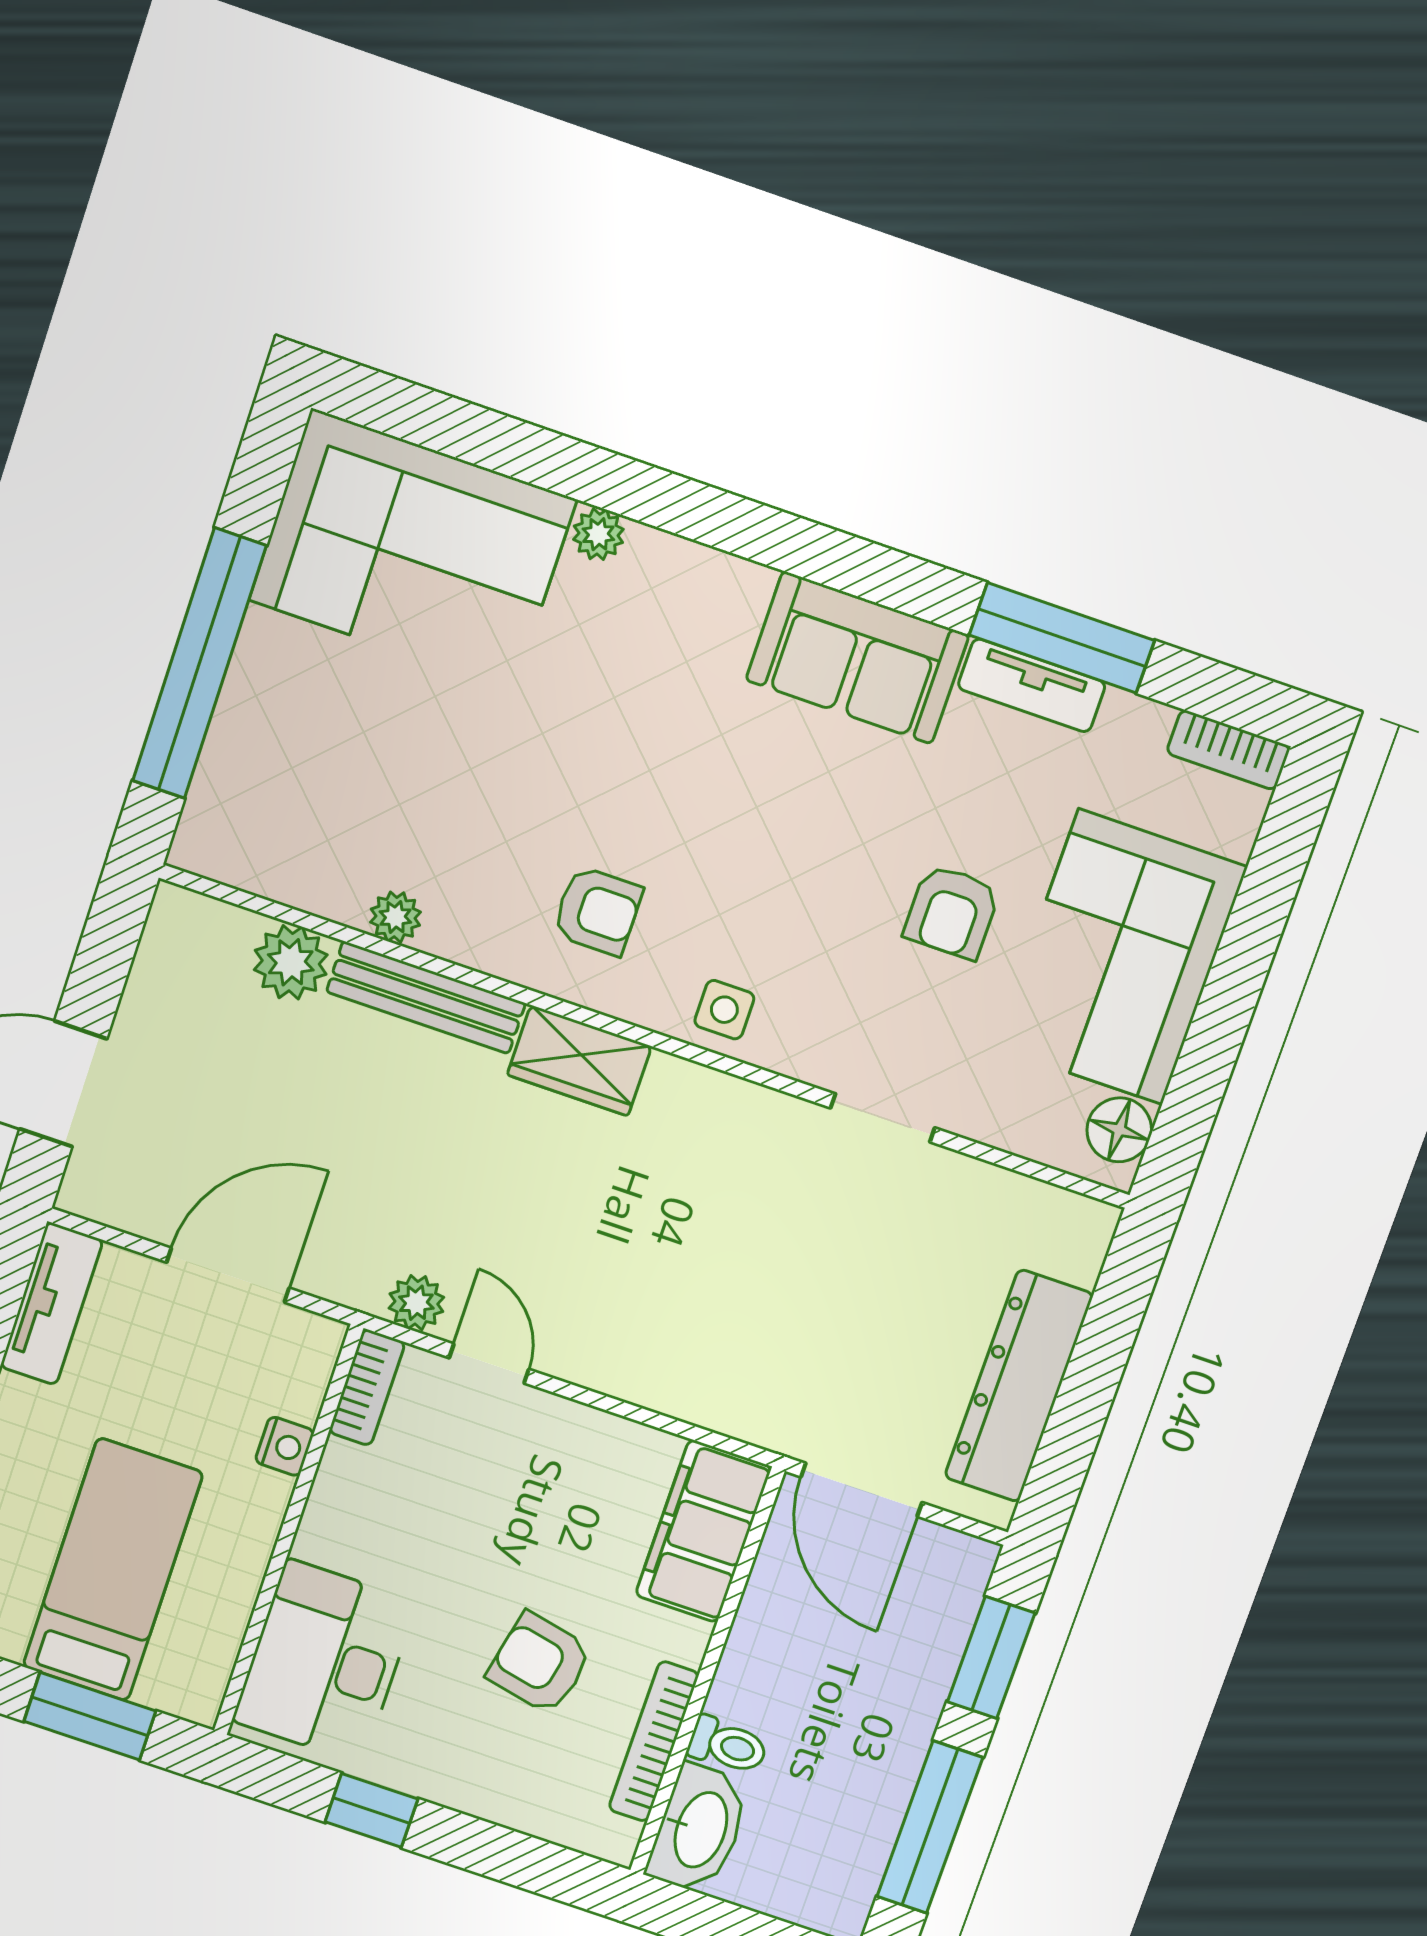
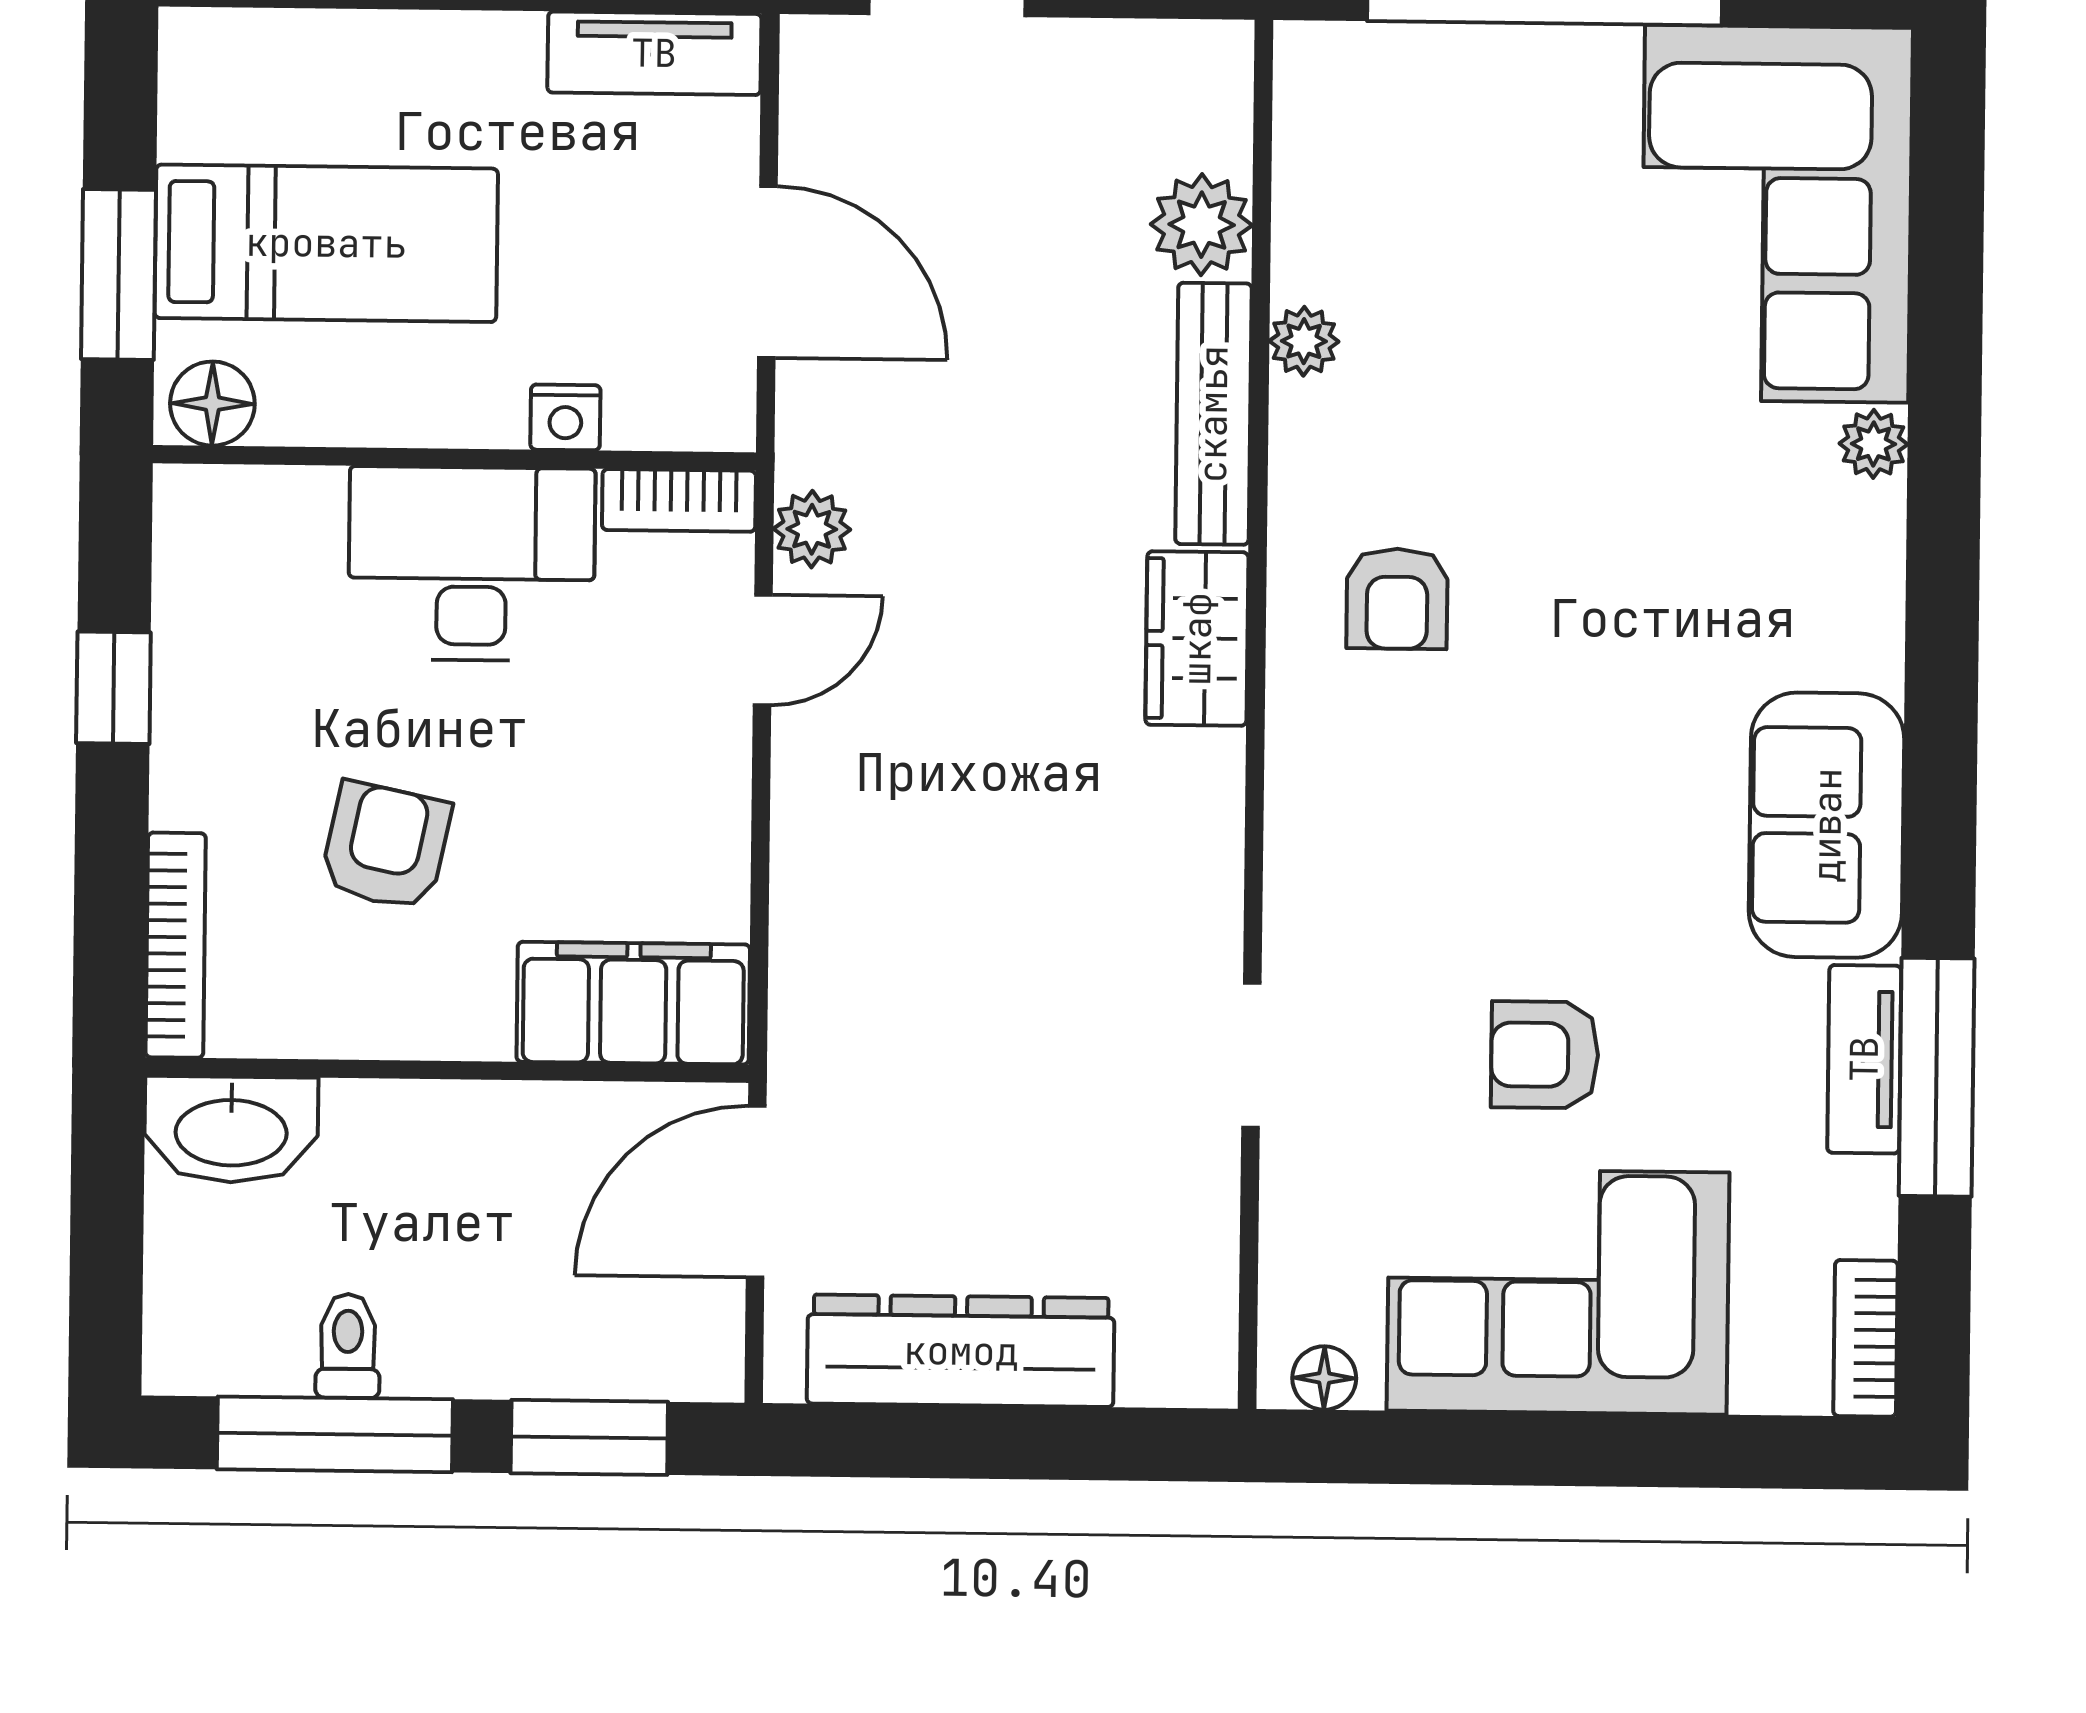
side table: (724, 1010) -> (1324, 804), removed
floor lamp: (1119, 1130) -> (1324, 1378), width x0.73, depth x0.73
desk: (325, 1661) -> (472, 564), moved
floor lamp: (198, 1682) -> (212, 404), added
bookcase: (654, 1741) -> (176, 945), moved, turned 90
toilet: (728, 1745) -> (348, 1346), moved, turned 180

